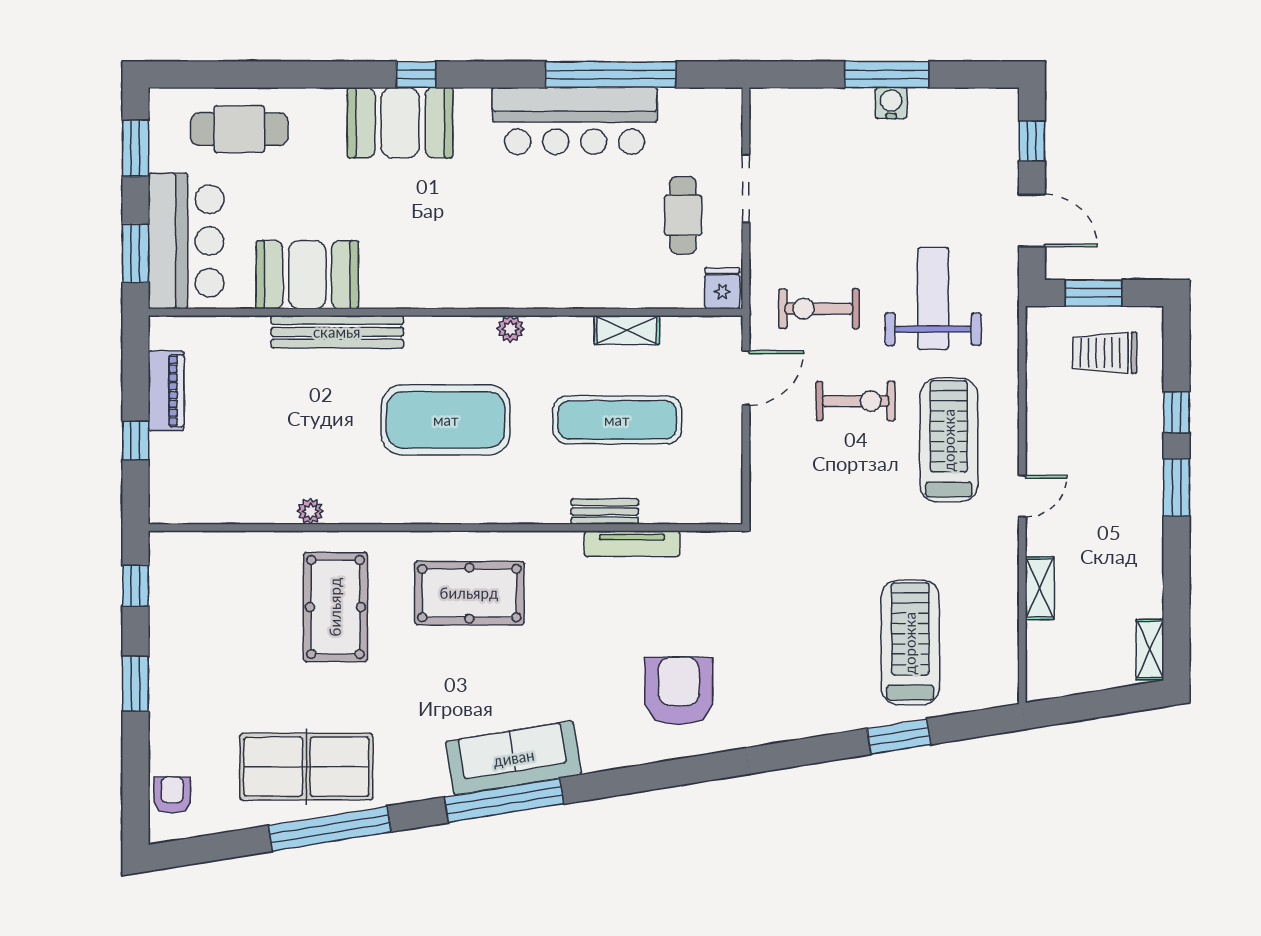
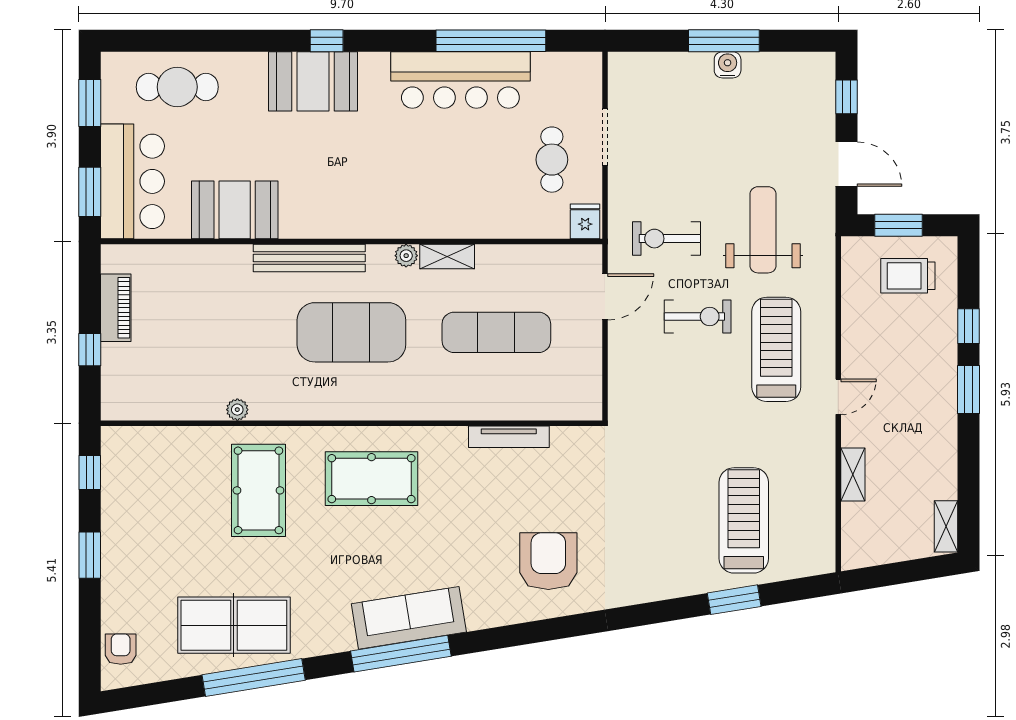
shelving: (627, 330) -> (447, 257), moved
bench: (337, 332) -> (309, 258), moved
bench: (605, 511) -> (486, 410), removed

